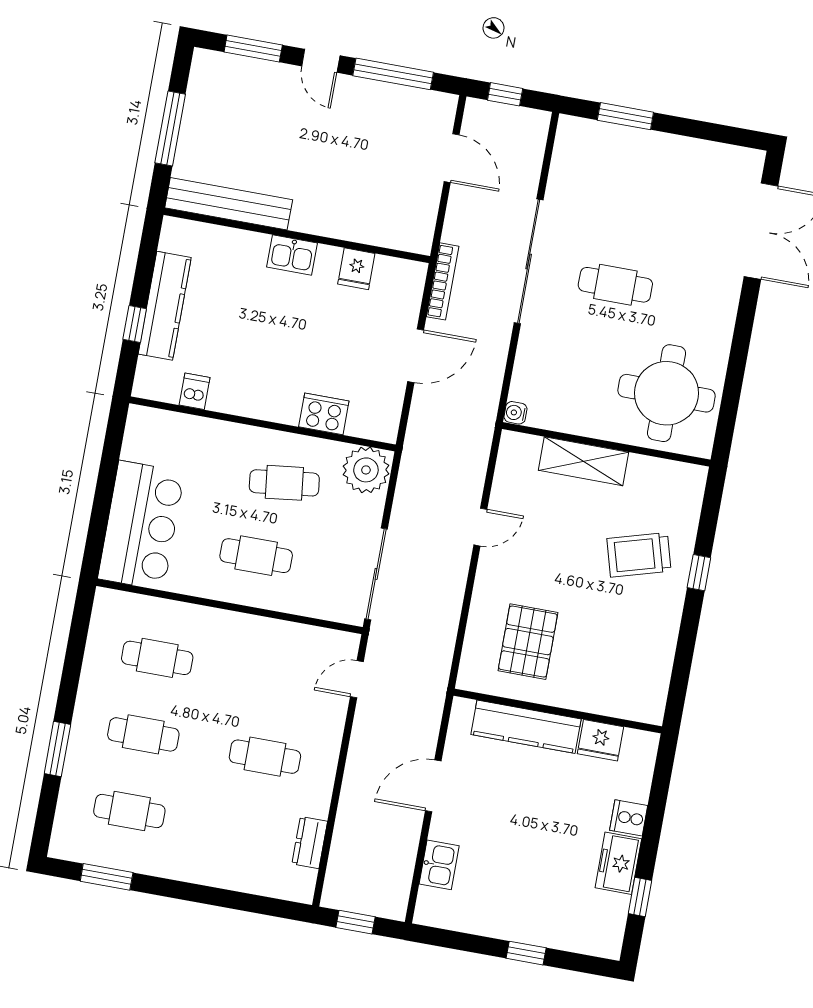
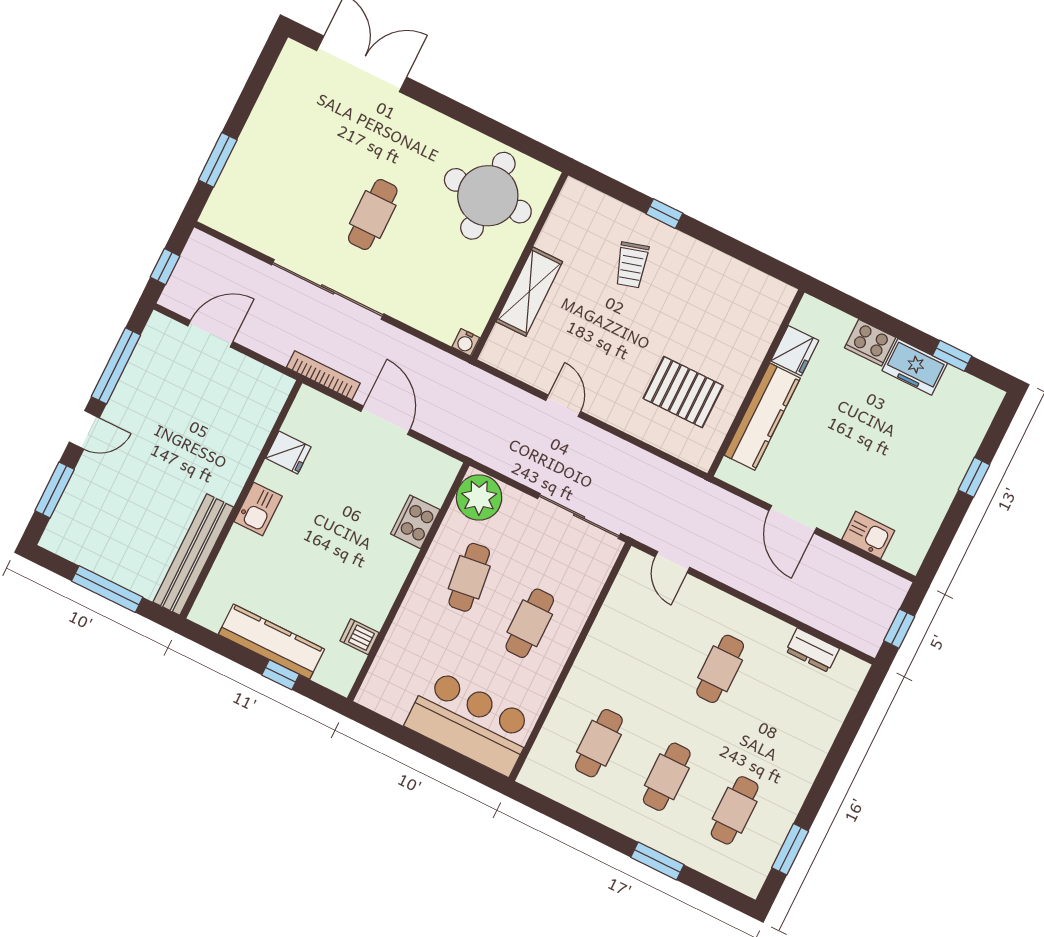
trolley: (639, 555) -> (632, 265), width x0.73, depth x0.72
cooker: (629, 818) -> (870, 343), width x1.36

